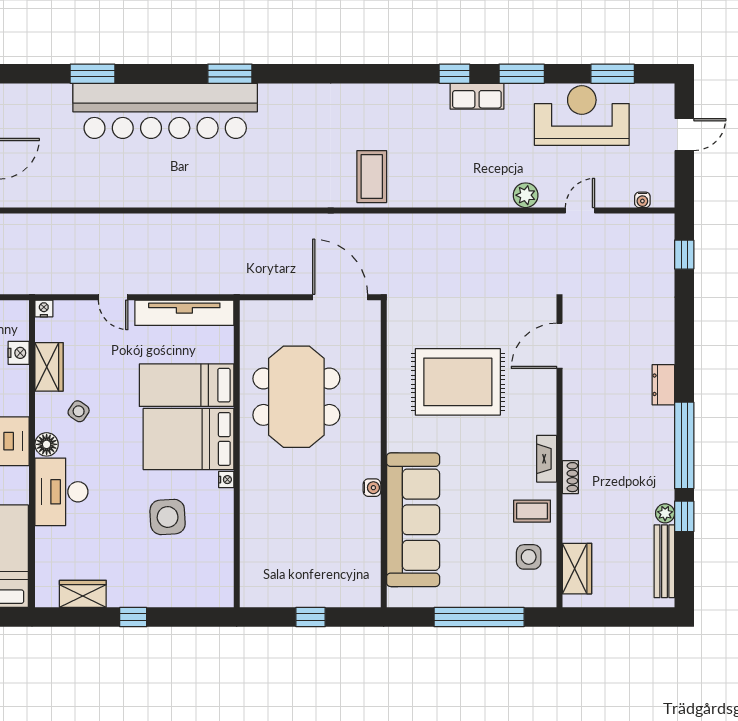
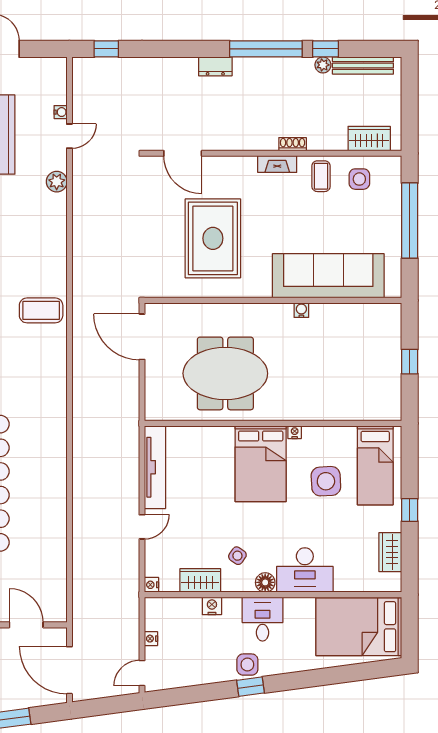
water cooler: (642, 200) -> (61, 112), moved
door: (580, 210) -> (69, 136), swing flipped
door: (340, 297) -> (142, 337), hinge flipped
nightstand: (19, 353) -> (212, 606), moved
bed: (187, 385) -> (375, 465), moved

